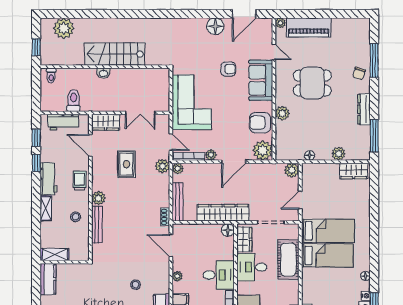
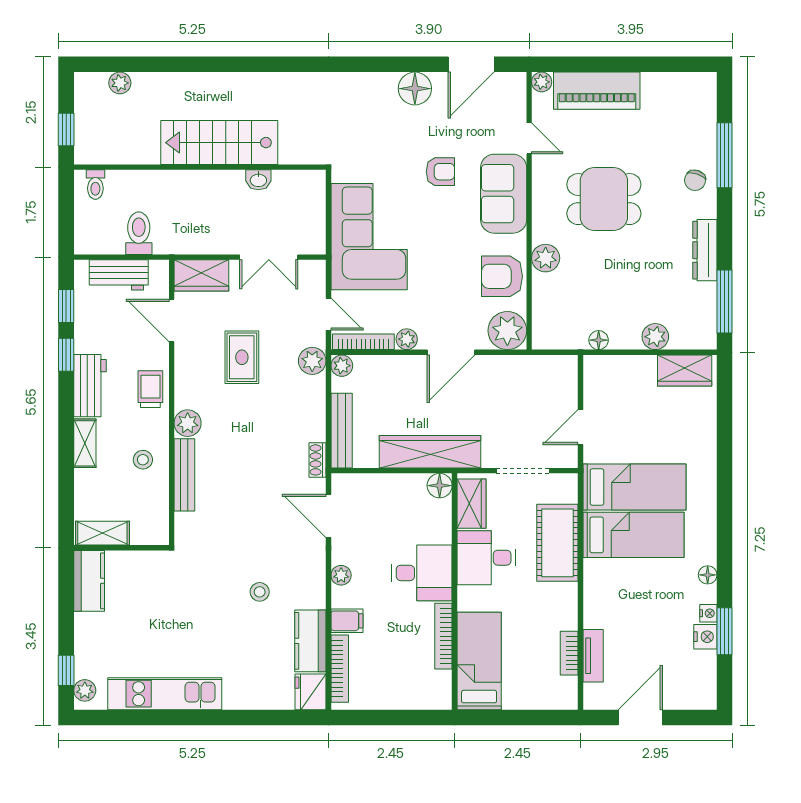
plant: (64, 28) -> (120, 83), width x0.53, depth x0.53
washbasin: (103, 73) -> (258, 180), moved
plant: (292, 170) -> (564, 369), removed

